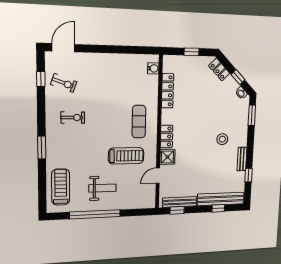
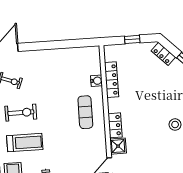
water cooler: (153, 68) -> (97, 81), moved
exercise bike: (73, 118) -> (21, 113), width x1.38, depth x1.39
treadmill: (126, 156) -> (25, 143), moved

